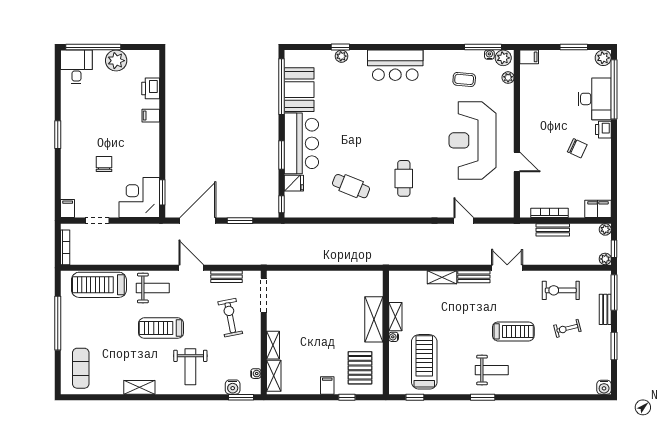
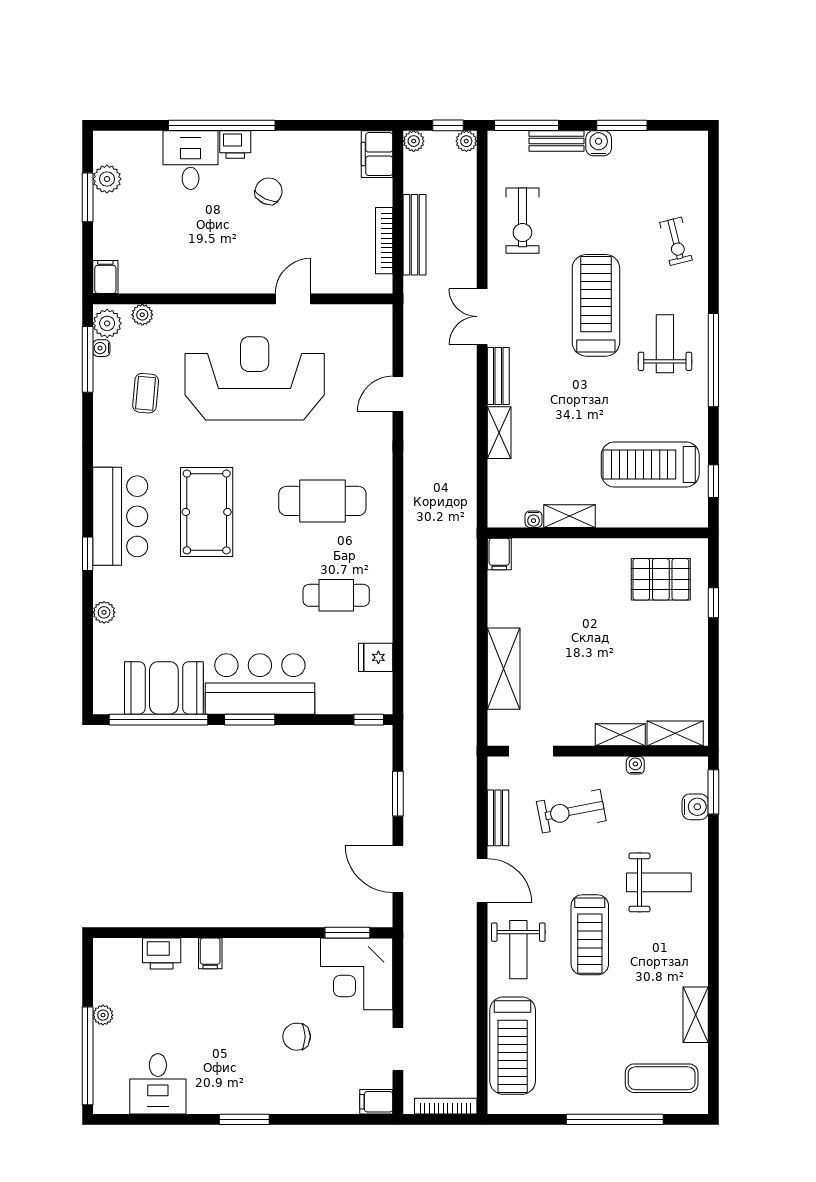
window: (340, 47) -> (88, 554), moved
plant: (603, 58) -> (107, 179), moved
plant: (116, 61) -> (103, 1015), width x0.53, depth x0.53
desk: (76, 67) -> (158, 1084), moved, turned -90
window: (614, 89) -> (222, 125), moved
desk: (595, 99) -> (191, 160), width x0.73
pool table: (398, 114) -> (207, 512), added
reception desk: (472, 140) -> (255, 378), turned 180
window: (281, 155) -> (250, 720), moved
cafe table: (404, 178) -> (322, 501), width x1.37, depth x1.35
fridge: (294, 183) -> (376, 657), moved, turned -90
cafe table: (351, 186) -> (336, 595), turned 68
door: (198, 221) -> (398, 869), width x0.73
bench: (553, 230) -> (414, 235), width x1.36
door: (191, 268) -> (482, 881), swing flipped
weight bench: (153, 288) -> (518, 950), turned 180
doorway: (264, 295) -> (531, 751), width x0.73
shelving: (374, 319) -> (504, 669), moved, turned 90
window: (58, 323) -> (615, 1119), moved
exercise bike: (567, 328) -> (676, 241), moved
treadmill: (513, 331) -> (596, 305), width x1.37, depth x1.38
water cooler: (394, 337) -> (533, 519), moved
water cooler: (256, 374) -> (635, 765), moved
filing cabinet: (327, 385) -> (499, 554), moved, turned -90
shelving: (139, 387) -> (696, 1015), moved
water cooler: (604, 387) -> (599, 143), moved, turned -90
window: (483, 397) -> (713, 360), width x2.11

